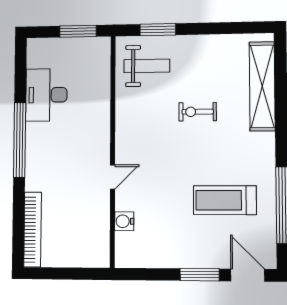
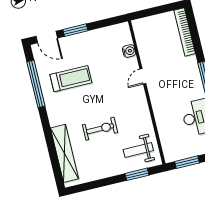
exercise bike: (198, 112) -> (100, 129), width x1.38, depth x1.39

